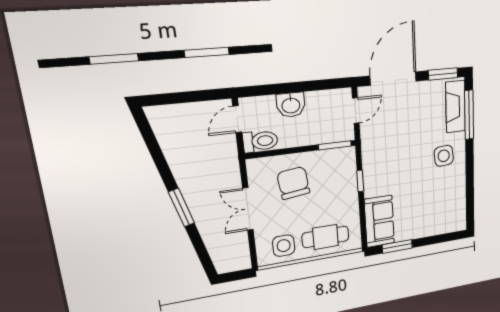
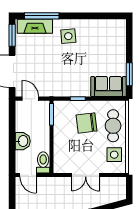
chair: (293, 183) -> (86, 123), moved

